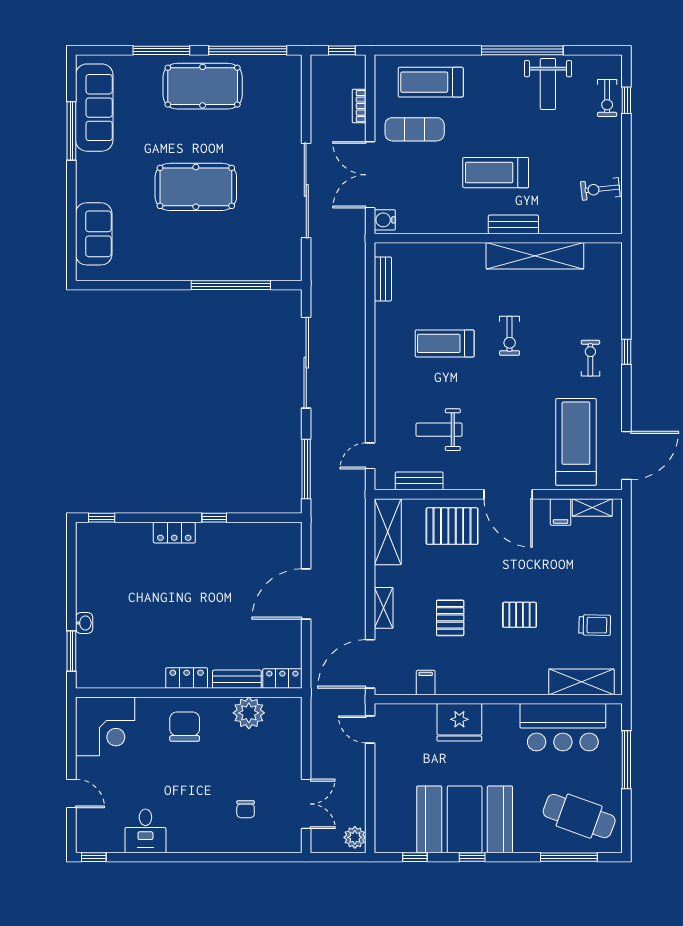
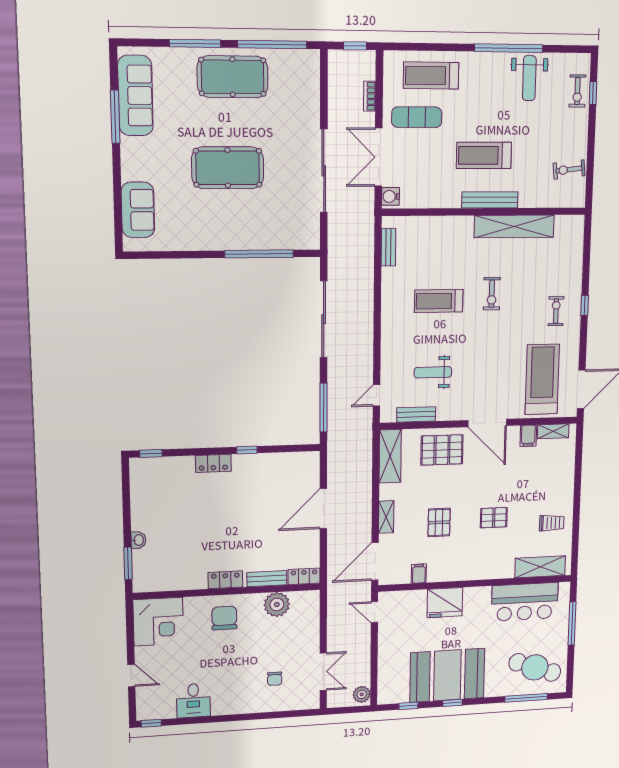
bench: (513, 224) -> (490, 200), width x1.36

